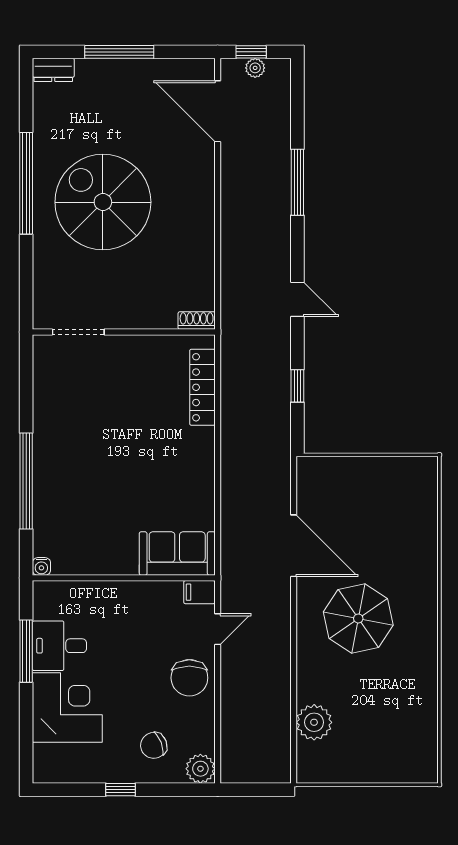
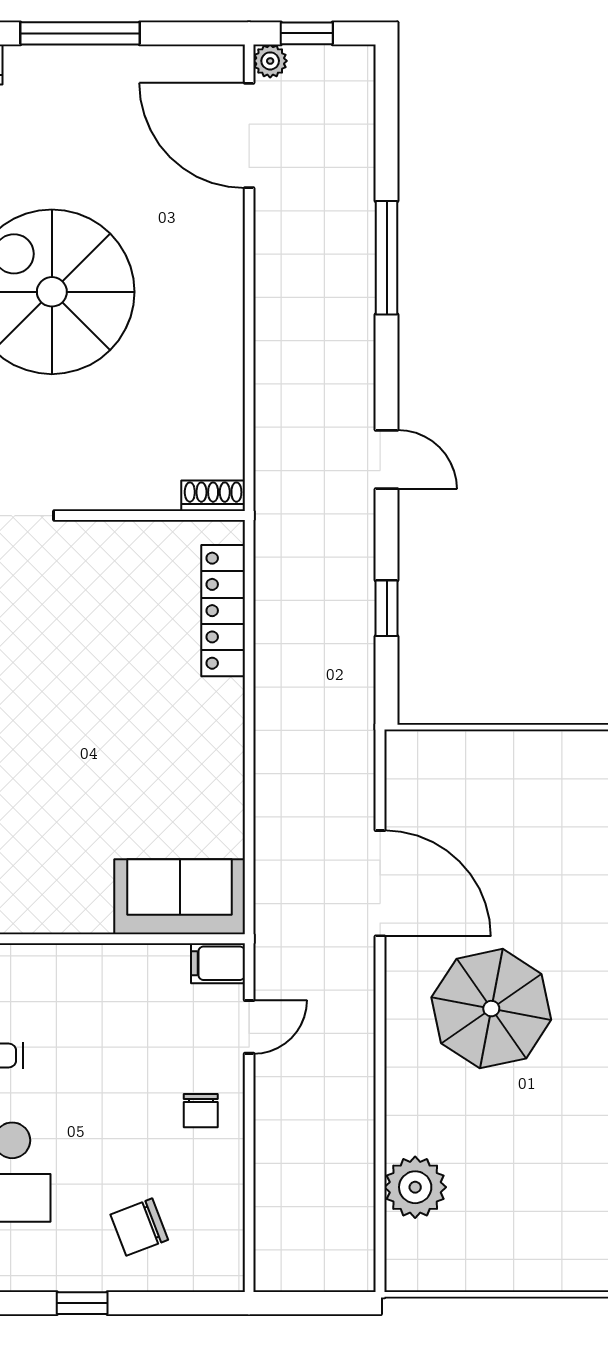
plant: (255, 68) -> (270, 61), moved
chair: (189, 678) -> (201, 1111), width x0.54, depth x0.54
plant: (200, 769) -> (220, 1267), removed

